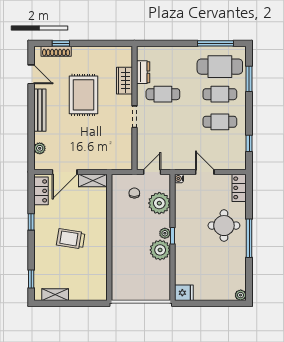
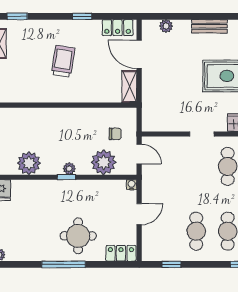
bench: (40, 110) -> (209, 26), width x0.73
plant: (160, 250) -> (29, 163), moved

